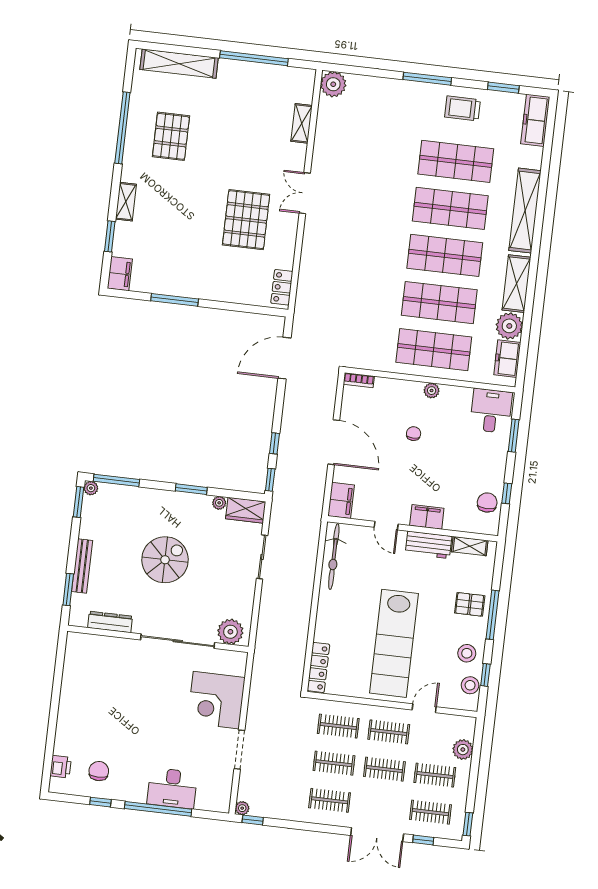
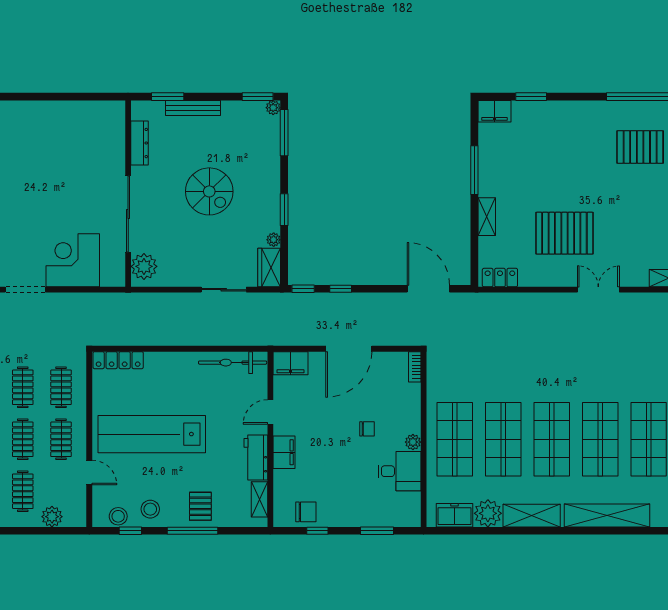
shelving: (126, 202) -> (487, 217), moved, turned 90
desk: (491, 411) -> (399, 471), moved

